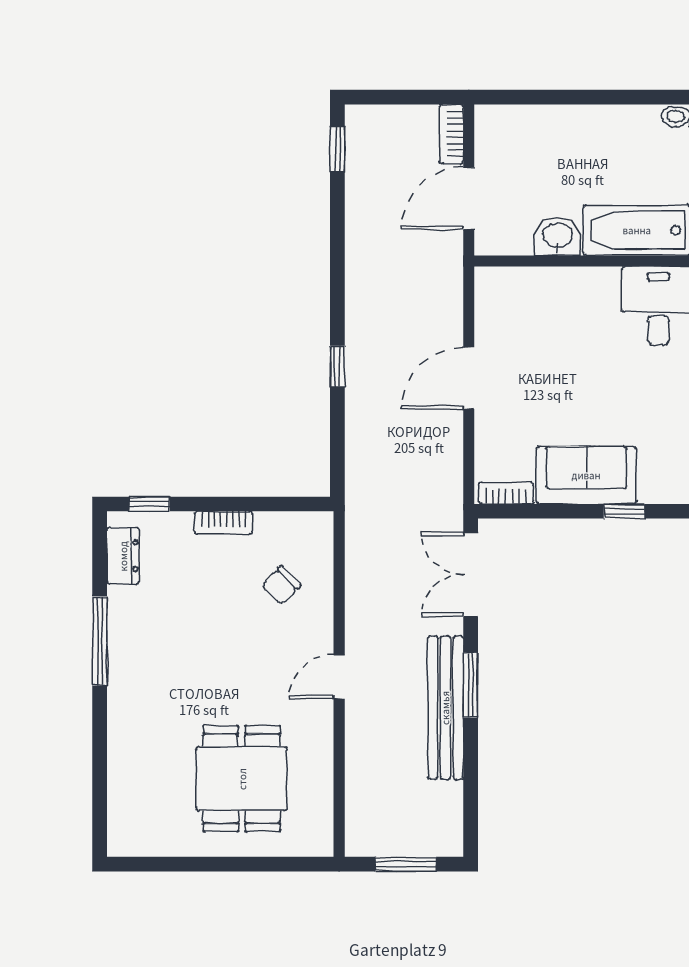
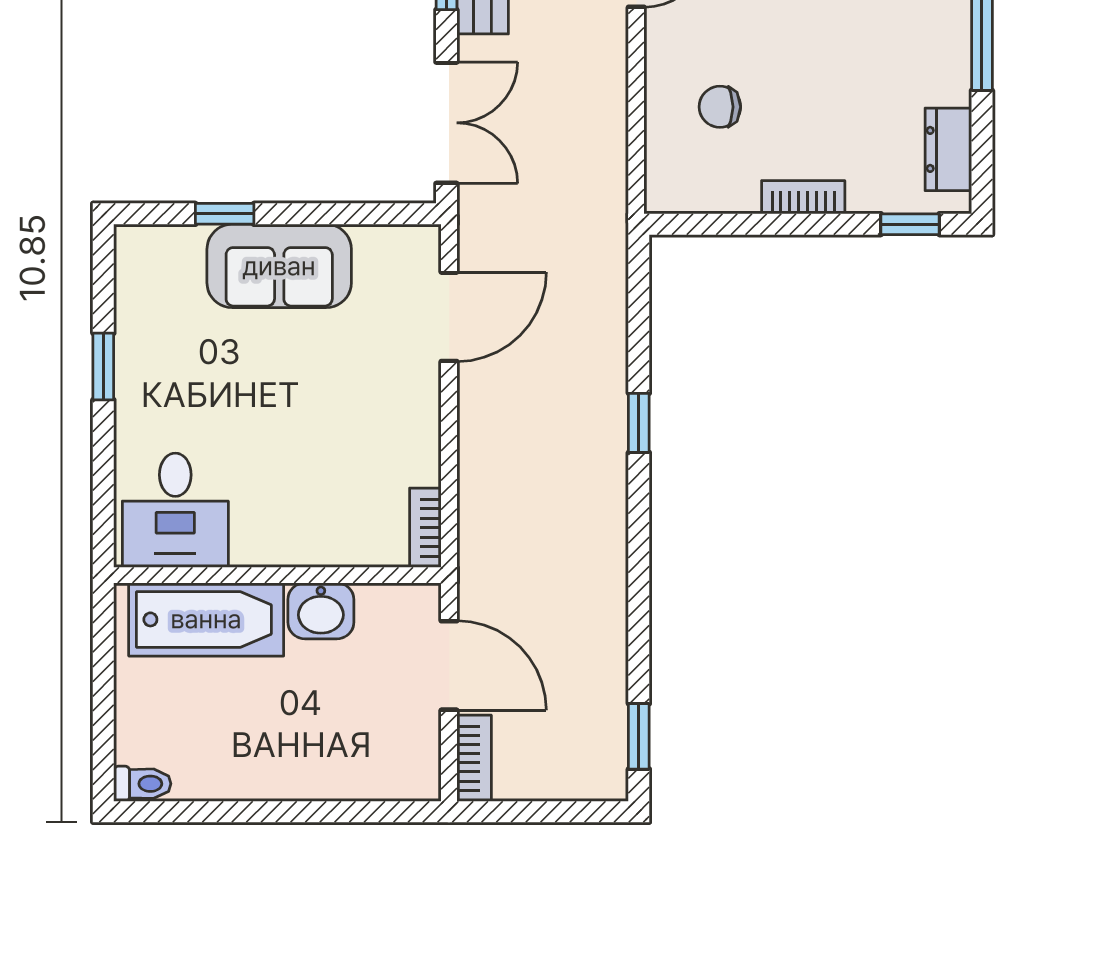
door: (469, 198) -> (449, 665), hinge flipped
door: (469, 378) -> (449, 317), moved
bookcase: (506, 493) -> (425, 528), moved, turned 90
chair: (281, 585) -> (720, 107), turned -135

